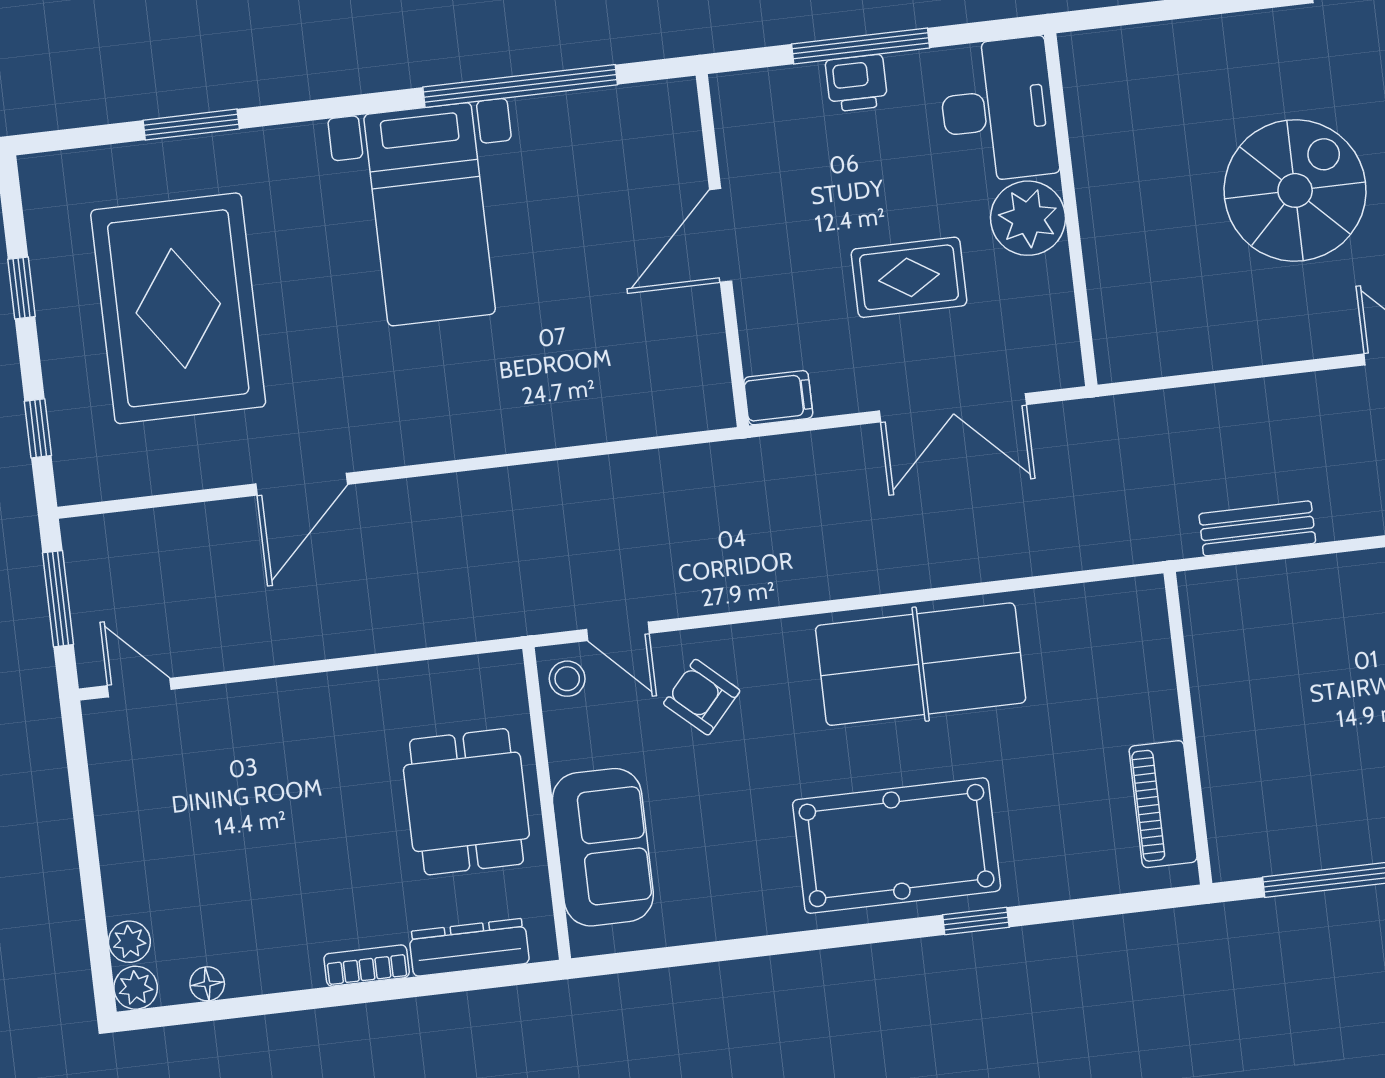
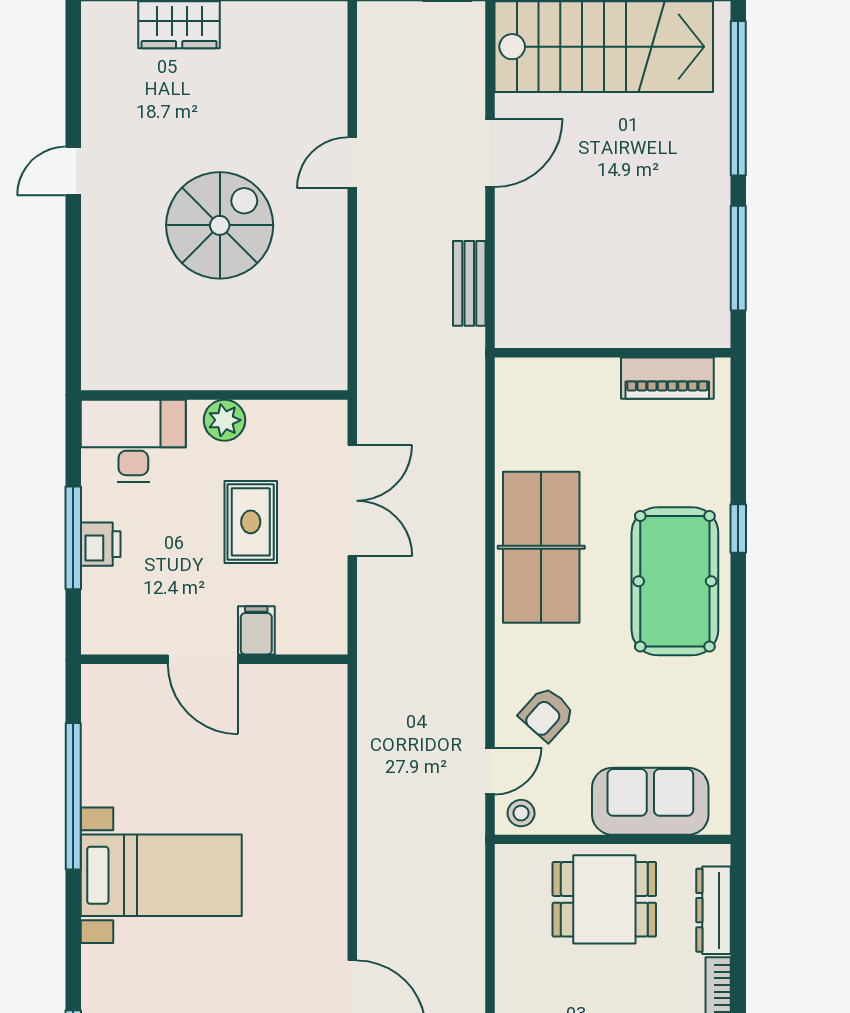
spiral stairs: (1295, 190) -> (220, 225), turned 90
plant: (1028, 218) -> (224, 420), width x0.73, depth x0.73
filing cabinet: (778, 398) -> (256, 630), moved

